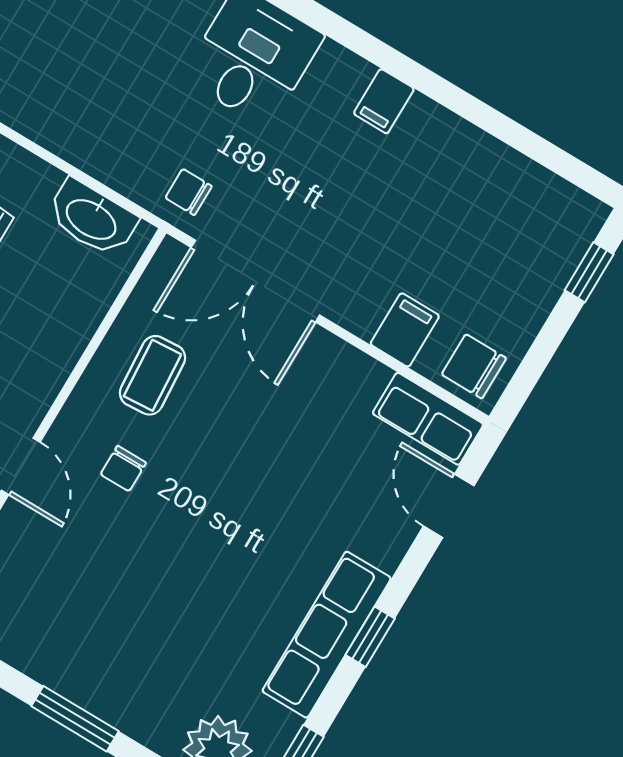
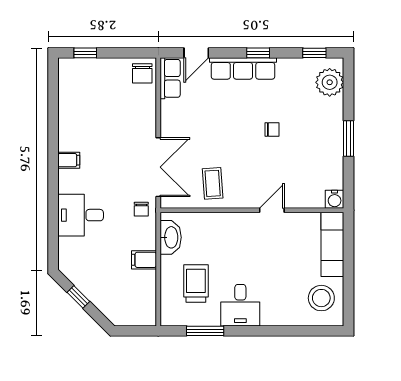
filing cabinet: (405, 330) -> (144, 260), moved
coffee table: (152, 375) -> (213, 183), turned 90
chair: (123, 469) -> (272, 129), moved
row of seats: (327, 635) -> (243, 68), moved

